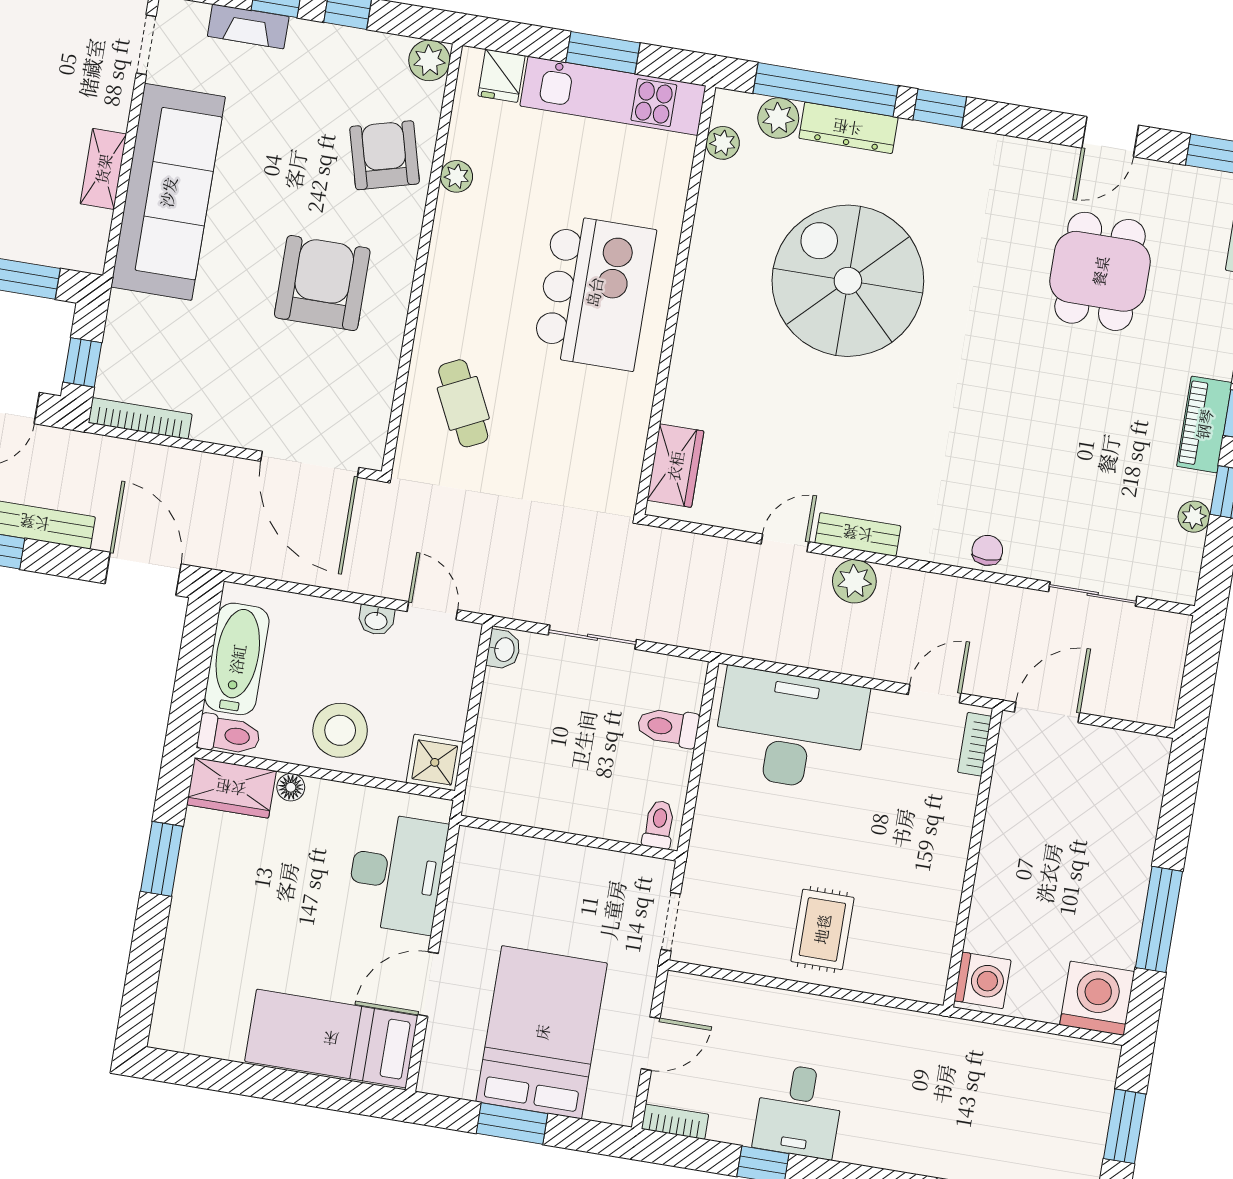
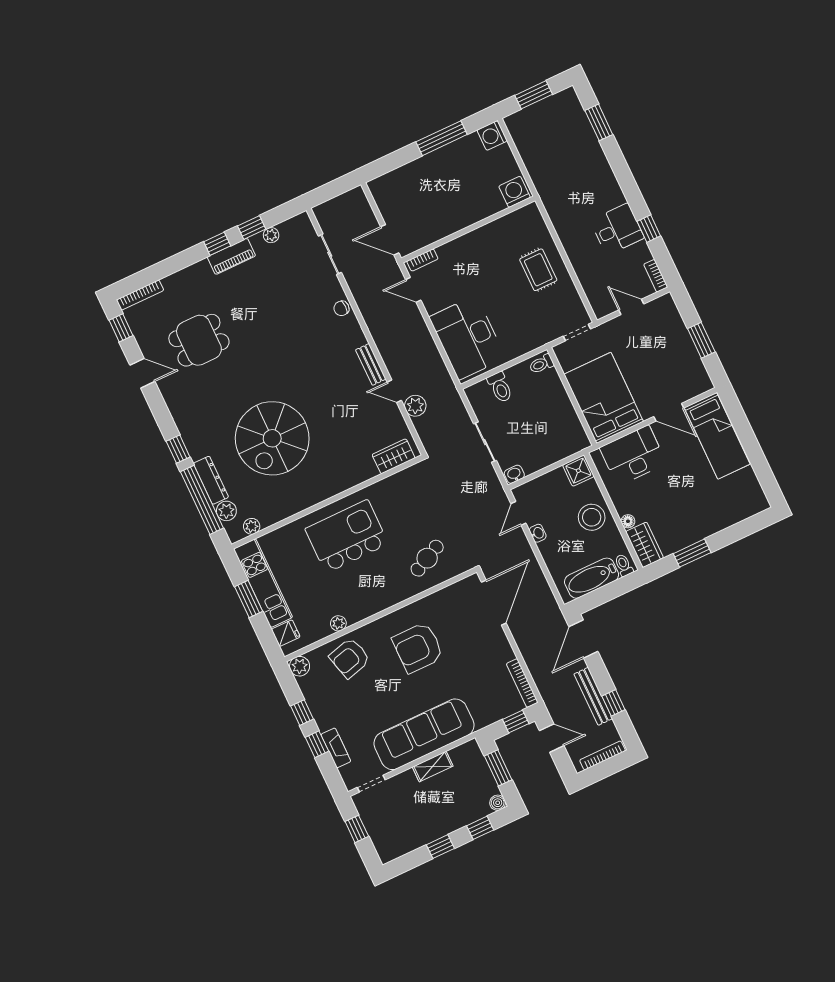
plant: (854, 581) -> (415, 406), moved
toilet: (229, 735) -> (624, 565), width x0.73, depth x0.72
rug: (822, 929) -> (538, 270), turned 90
washing machine: (1097, 998) -> (492, 135), width x0.73, depth x0.73
bed: (542, 1032) -> (604, 398), moved, turned 90

